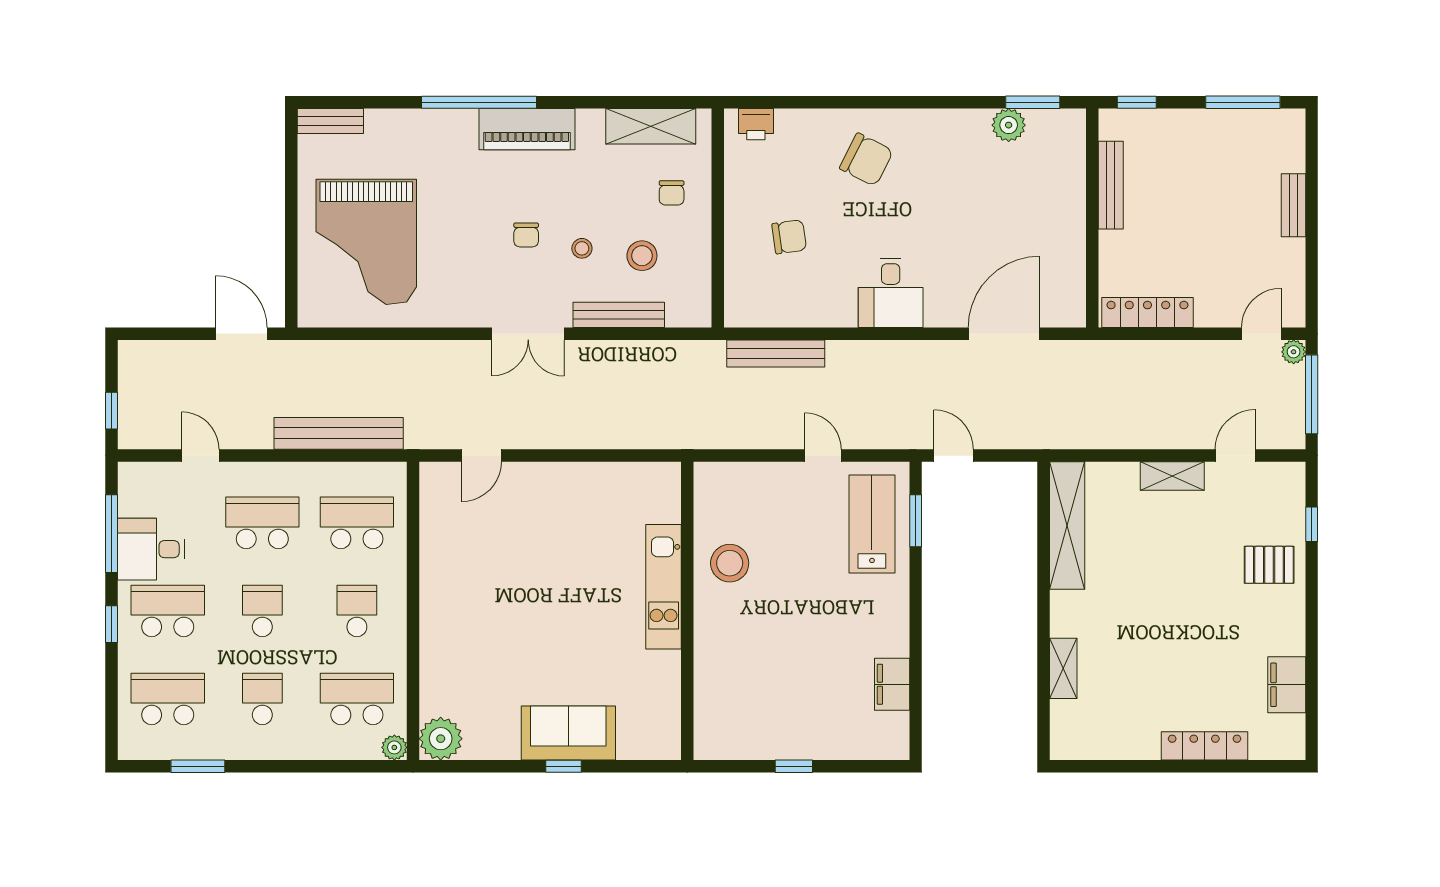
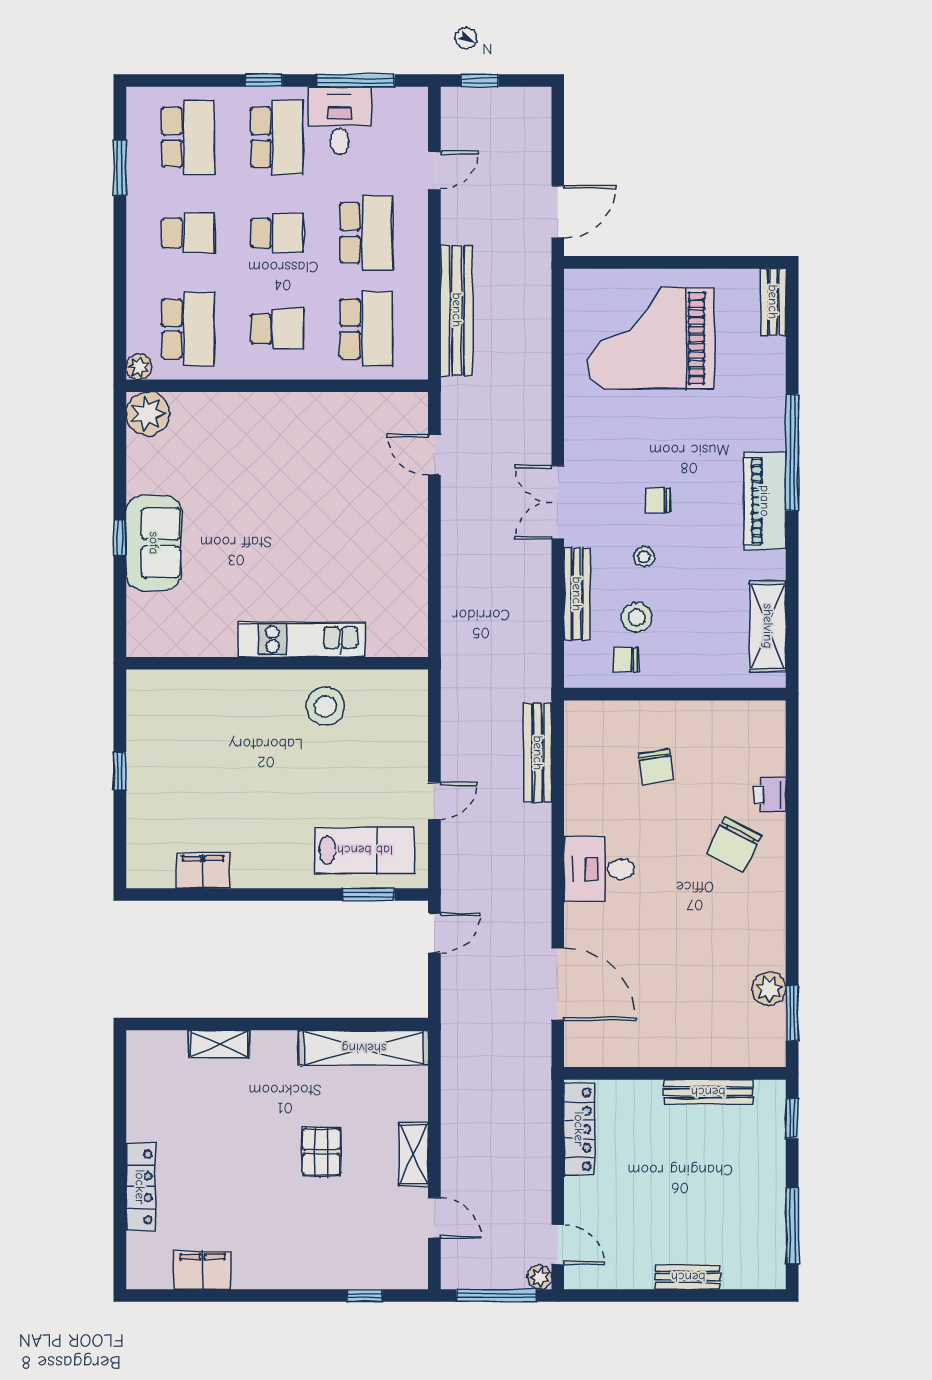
printer: (756, 124) -> (770, 795), moved
chair: (672, 193) -> (625, 659), moved
pallet: (1269, 565) -> (321, 1152), moved

